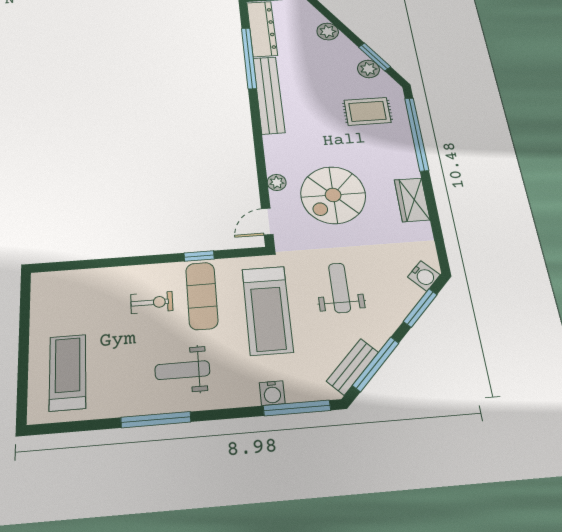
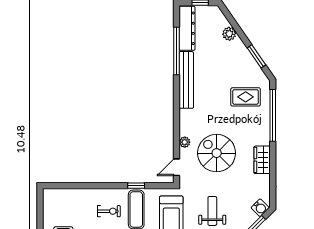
plant: (368, 69) -> (251, 65), removed
spiral stairs: (333, 195) -> (217, 153), turned 90

